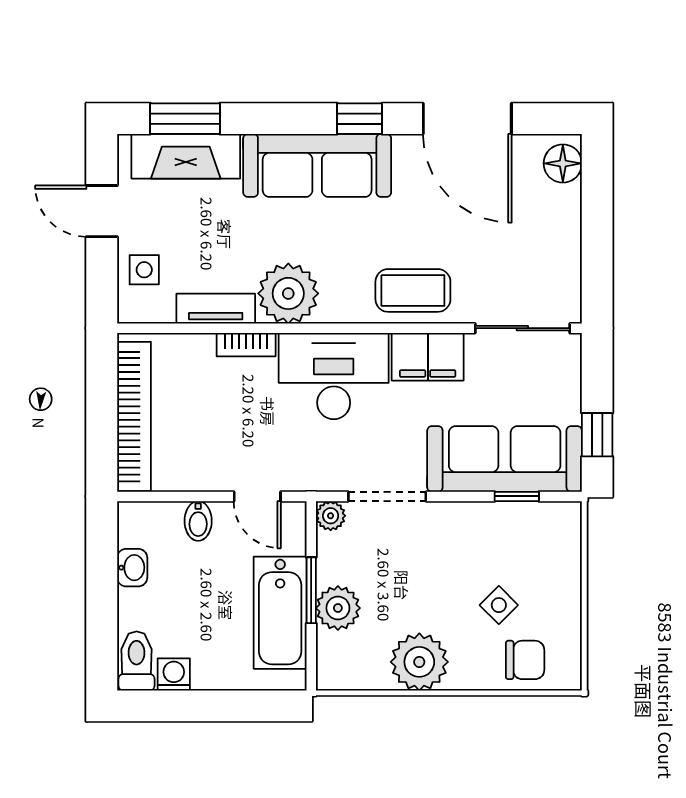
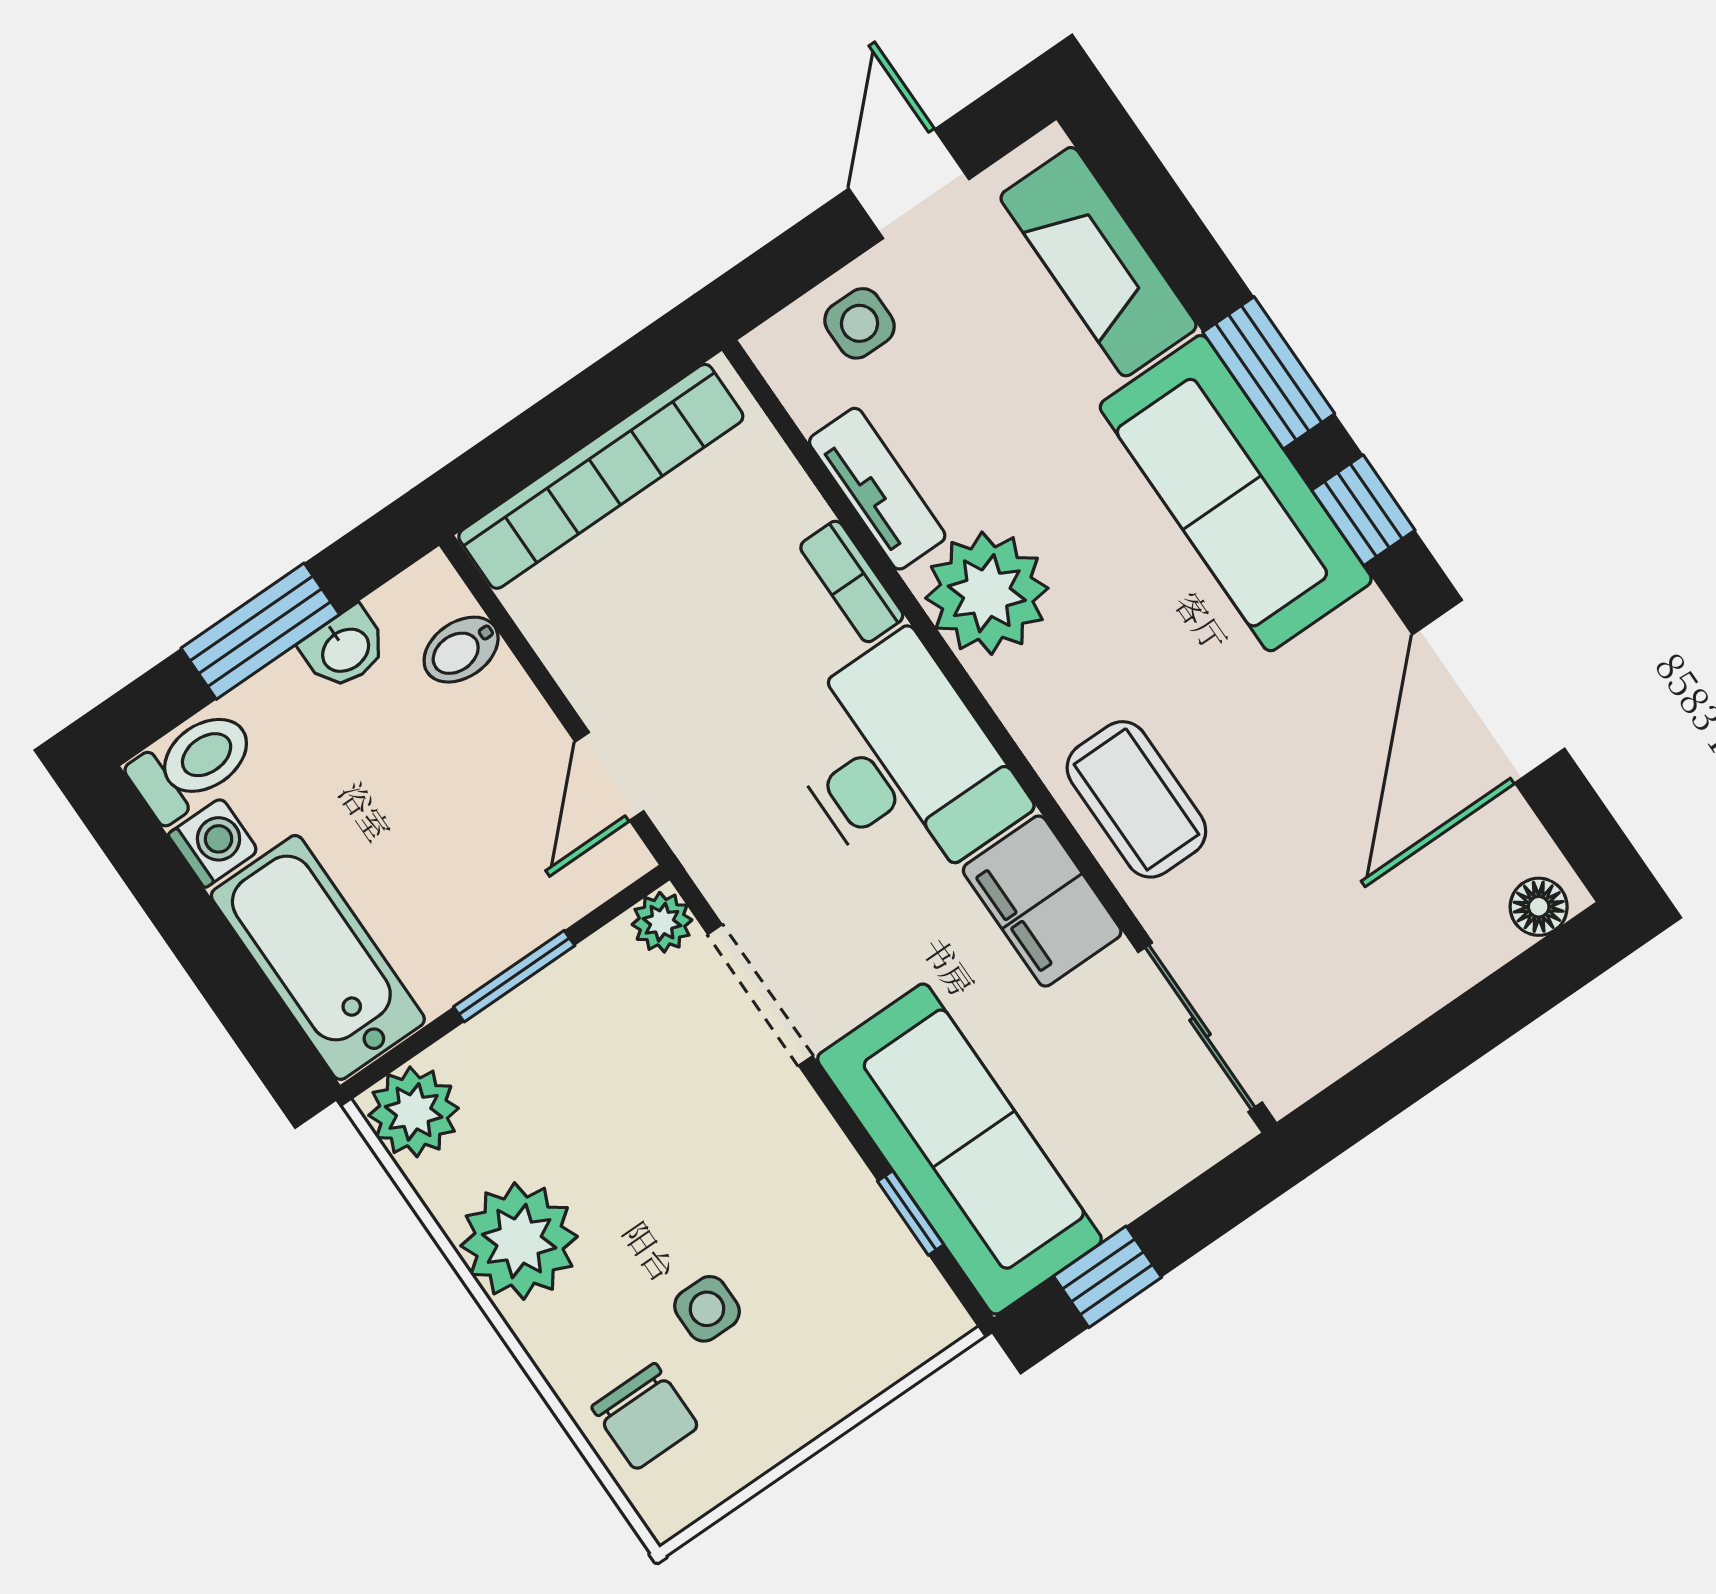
window: (185, 119) -> (1269, 373), moved
floor lamp: (563, 163) -> (1539, 907), width x0.73, depth x0.73
bidet: (198, 521) -> (461, 650), moved
window: (102, 597) -> (260, 631), added
side table: (499, 605) -> (707, 1309), turned 45
plant: (338, 608) -> (414, 1112), moved
bathtub: (280, 613) -> (318, 957), moved, turned 90

